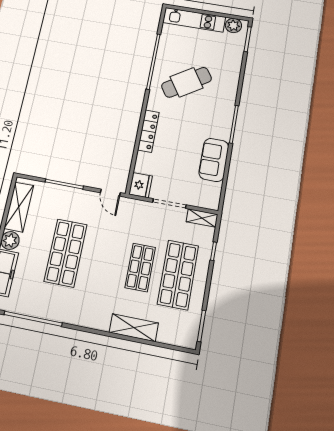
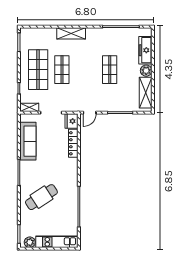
cafe table: (187, 82) -> (41, 197), moved
locker: (148, 131) -> (73, 143), moved
sofa: (214, 160) -> (28, 141), width x1.36
door: (110, 193) -> (90, 113), swing flipped
shop shelf: (66, 253) -> (110, 70), width x0.70, depth x0.74
shelving: (134, 328) -> (71, 33), moved

